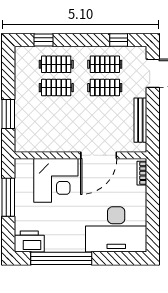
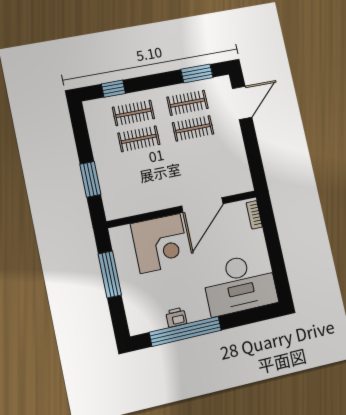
window: (119, 40) -> (197, 73), width x1.50
bench: (140, 120) -> (240, 157), removed
printer: (29, 242) -> (176, 317), moved, width x0.53, depth x0.68

